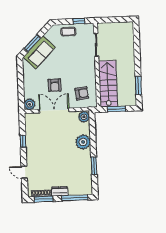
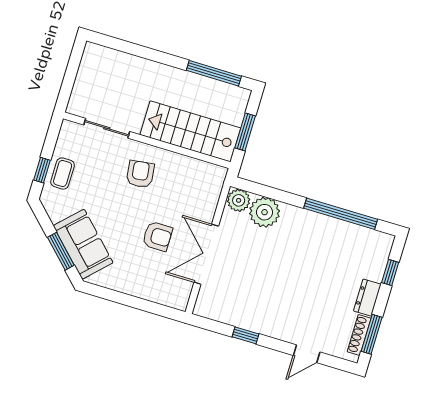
window: (79, 21) -> (42, 170), moved
window: (138, 85) -> (214, 73), width x1.44
armchair: (82, 93) -> (140, 174), moved
plant: (30, 104) -> (178, 298), removed
plant: (83, 142) -> (265, 212), moved
window: (94, 166) -> (341, 214), width x2.11
window: (75, 198) -> (390, 273), width x0.46

